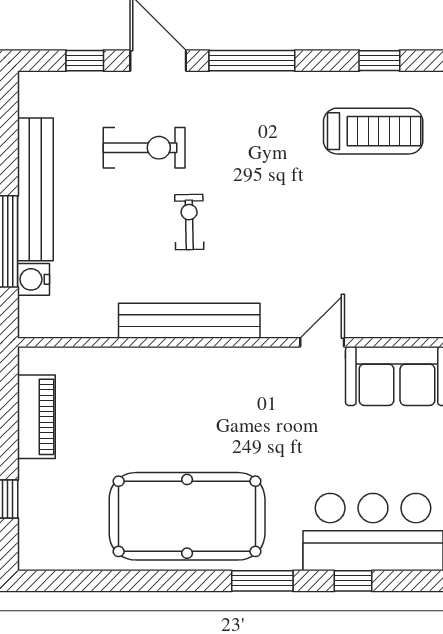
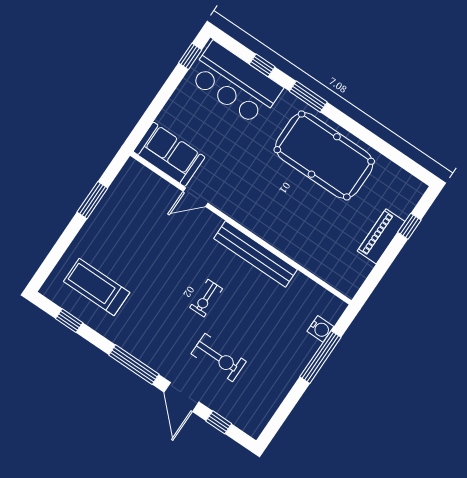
exercise bike: (144, 148) -> (219, 358), turned 180
bench: (35, 189) -> (288, 374), removed
exercise bike: (189, 222) -> (206, 298), moved
piano: (36, 417) -> (381, 236), moved

